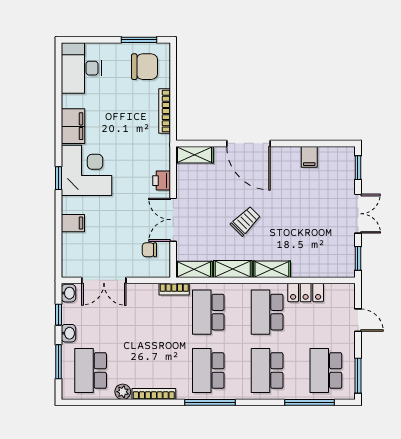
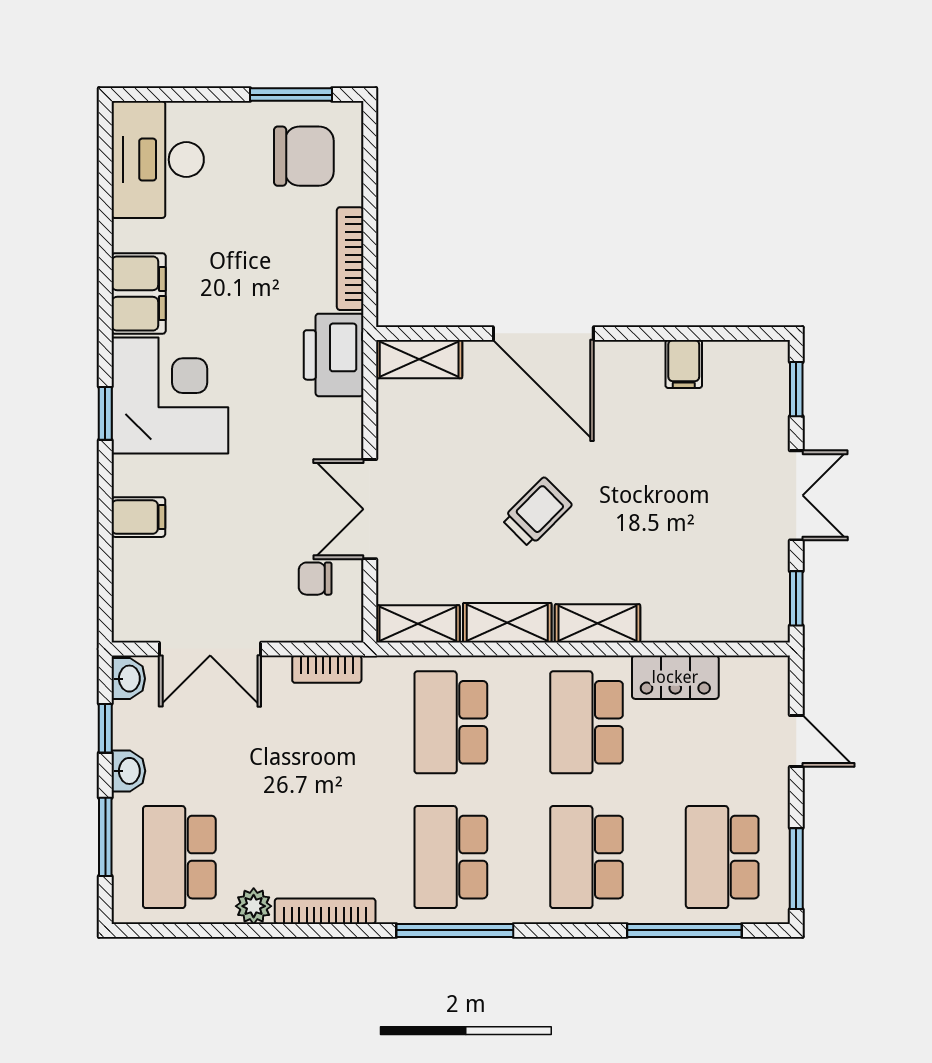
printer: (162, 181) -> (334, 355), moved, width x1.87, depth x1.48
bookcase: (174, 289) -> (327, 669), moved

